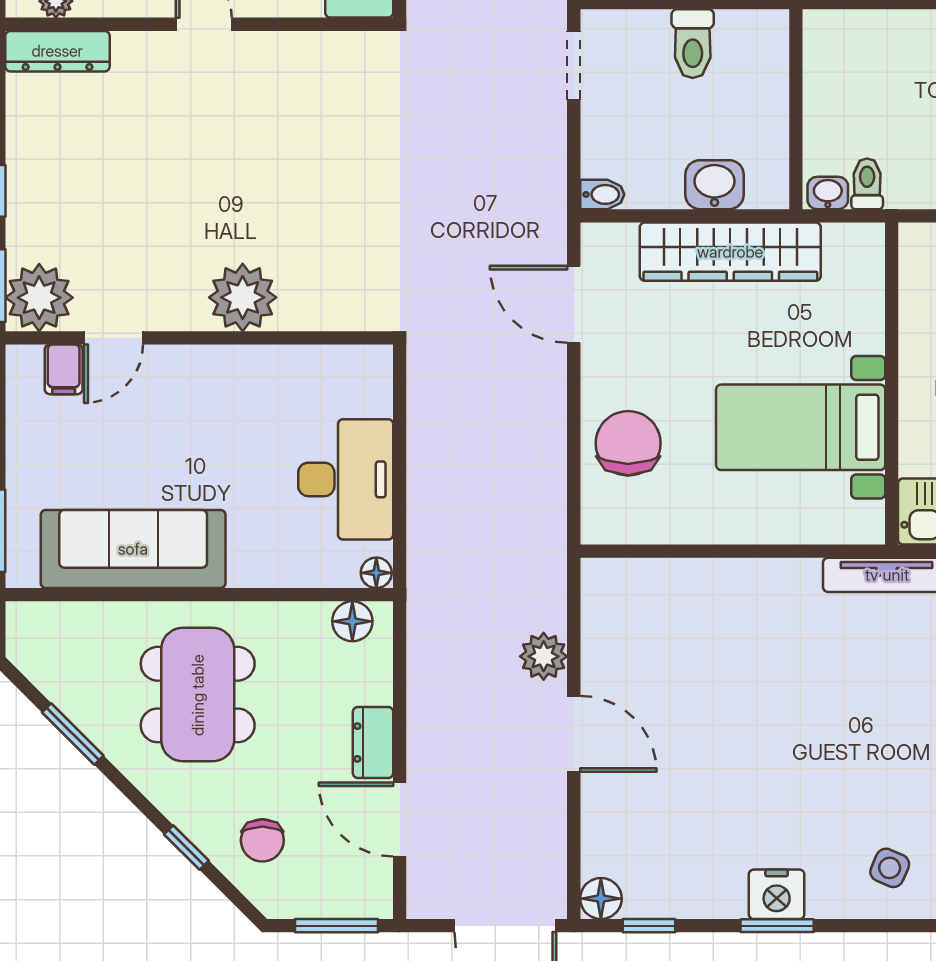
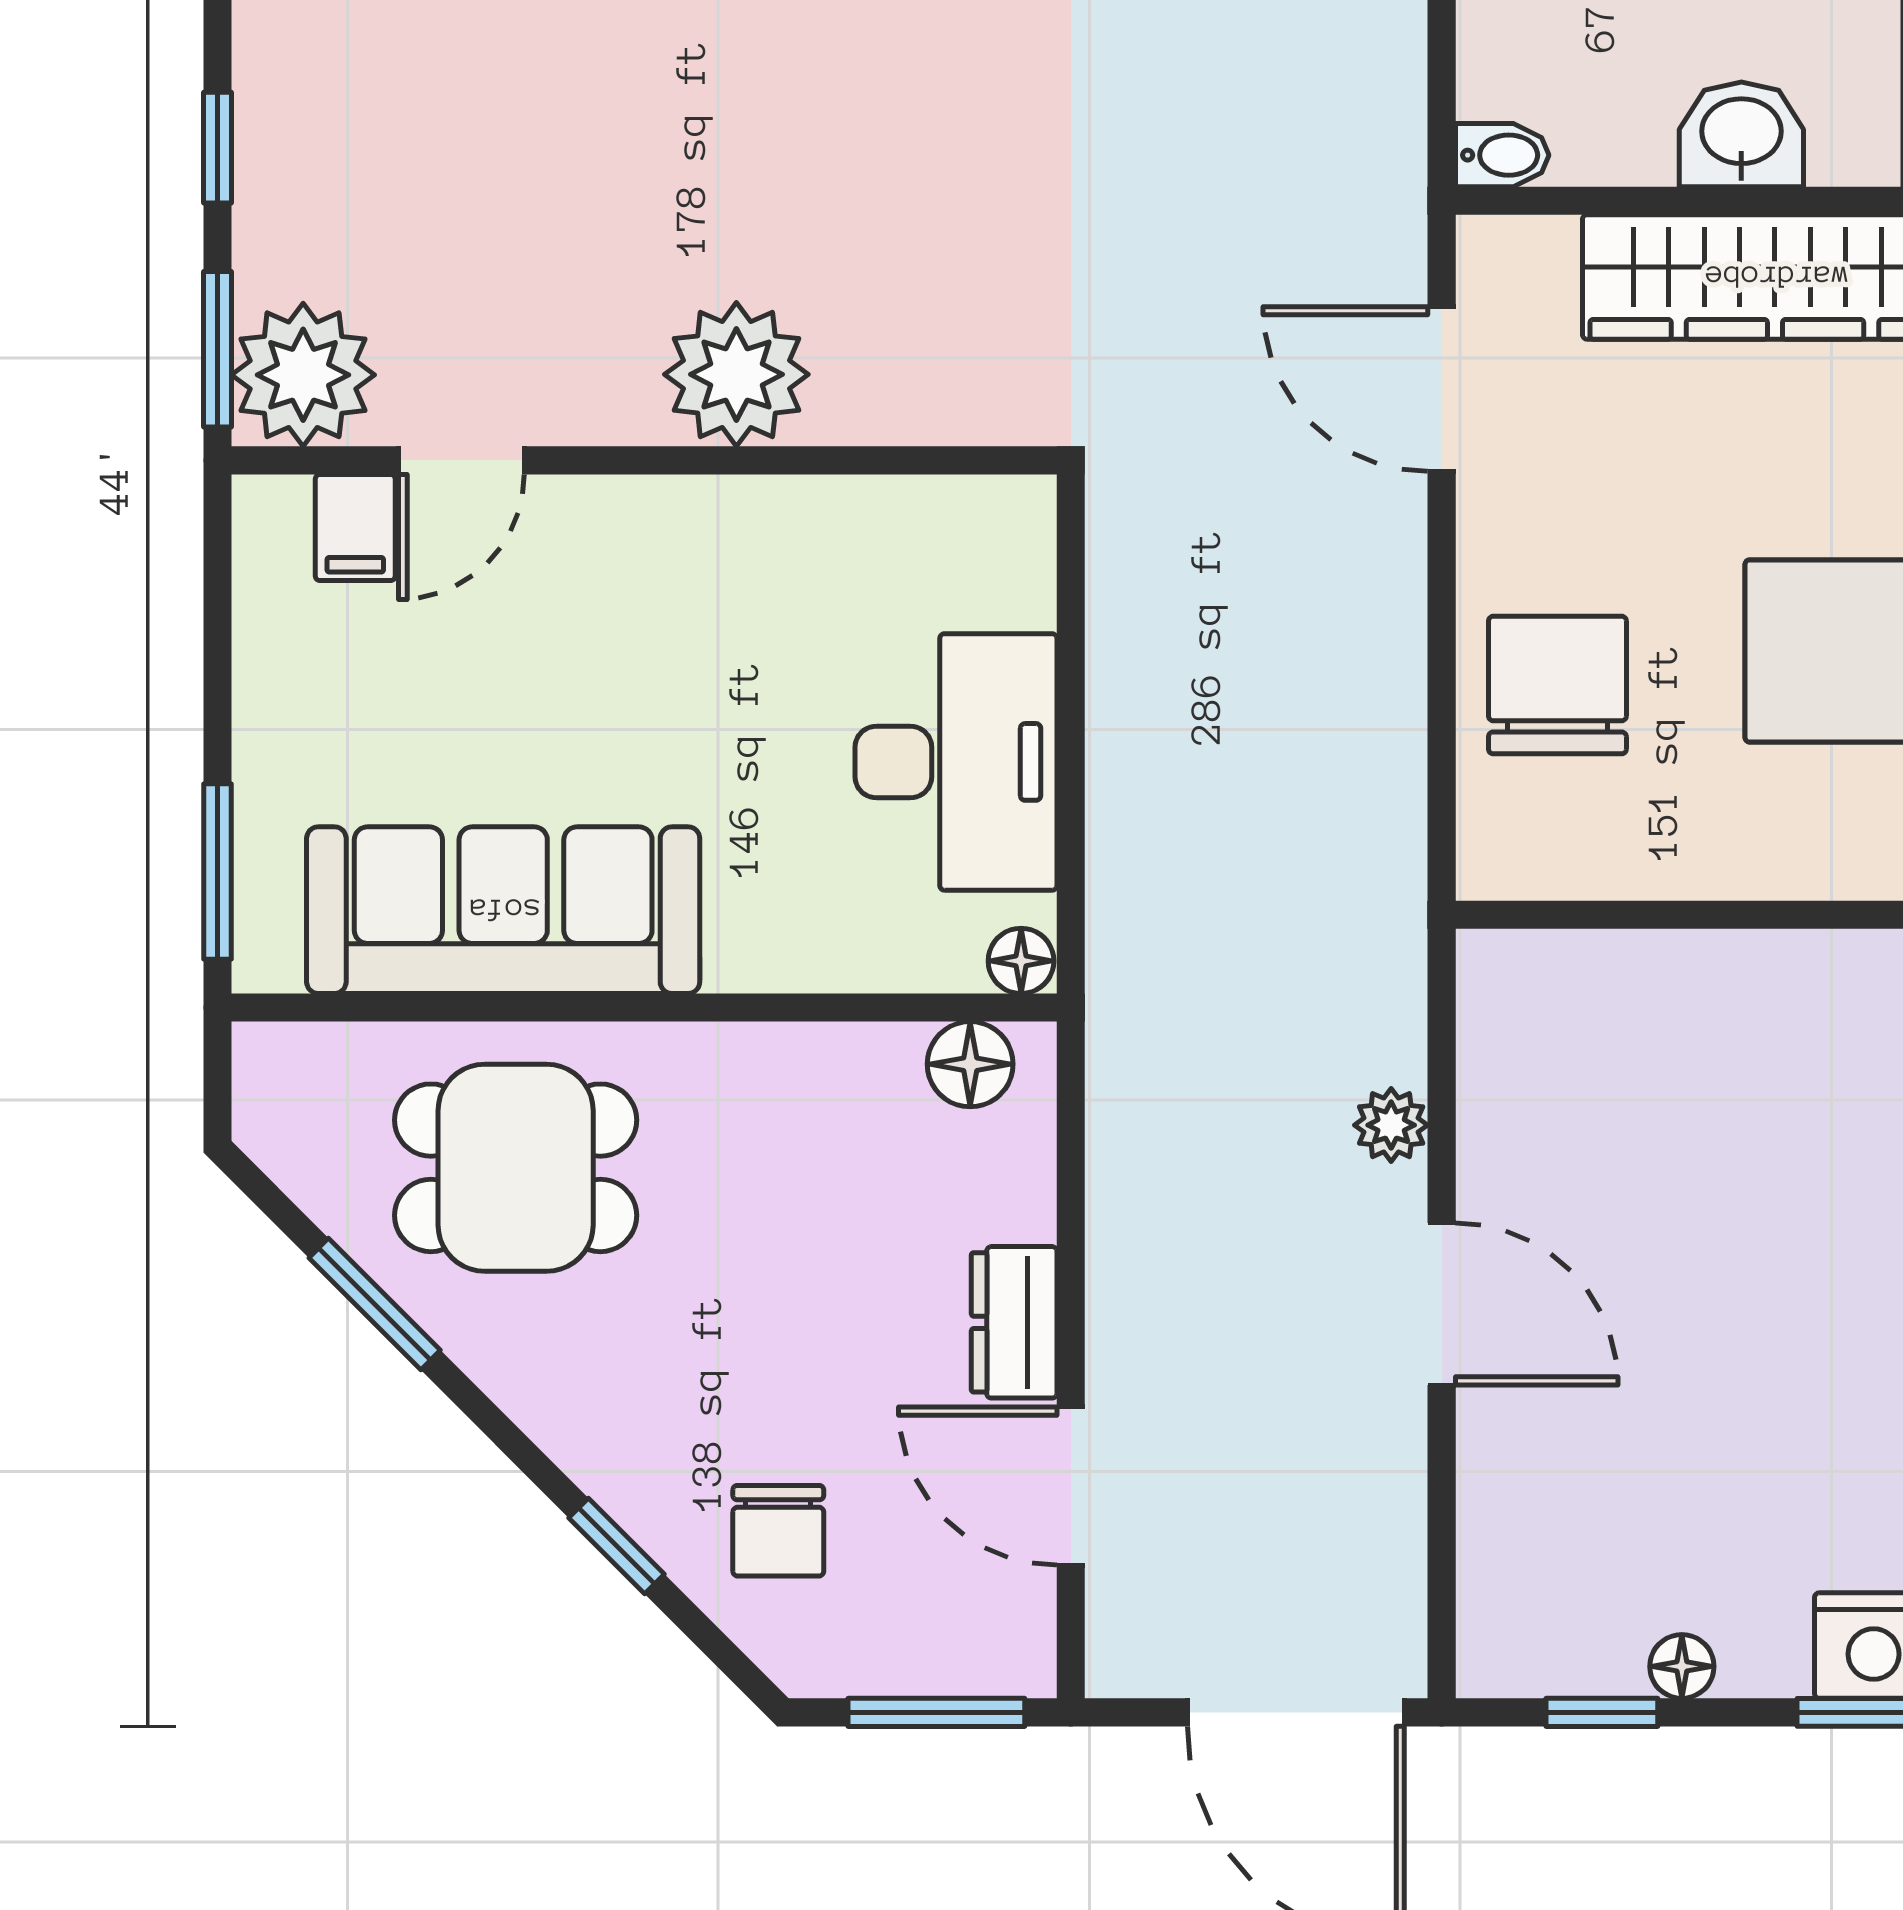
plant: (544, 656) -> (1391, 1125), width x0.73, depth x0.73
dining table: (198, 695) -> (516, 1168), moved, width x0.73
floor lamp: (601, 899) -> (1682, 1666), moved, width x0.73, depth x0.73

